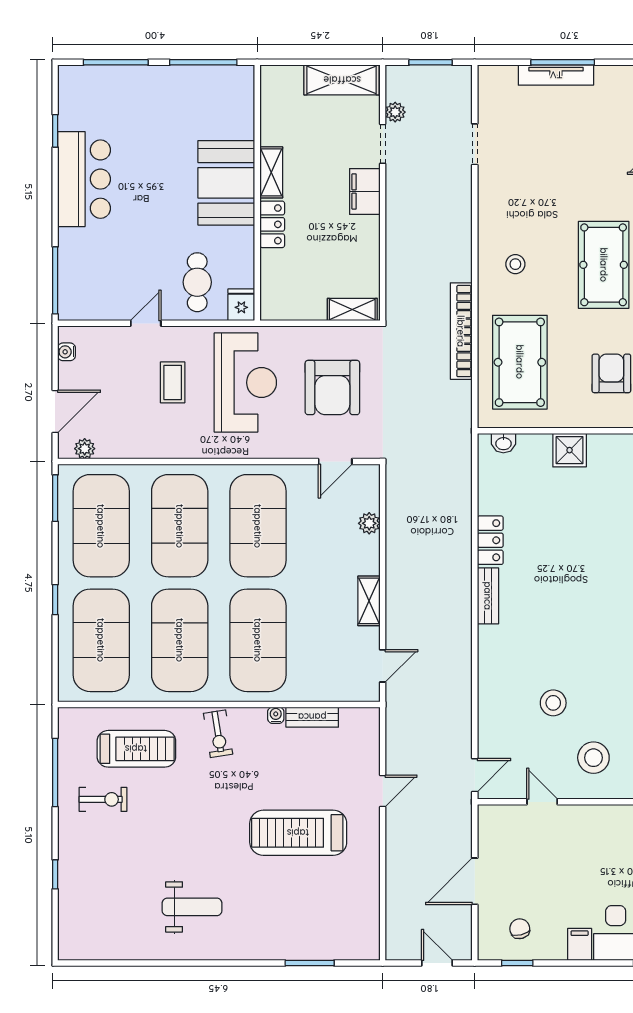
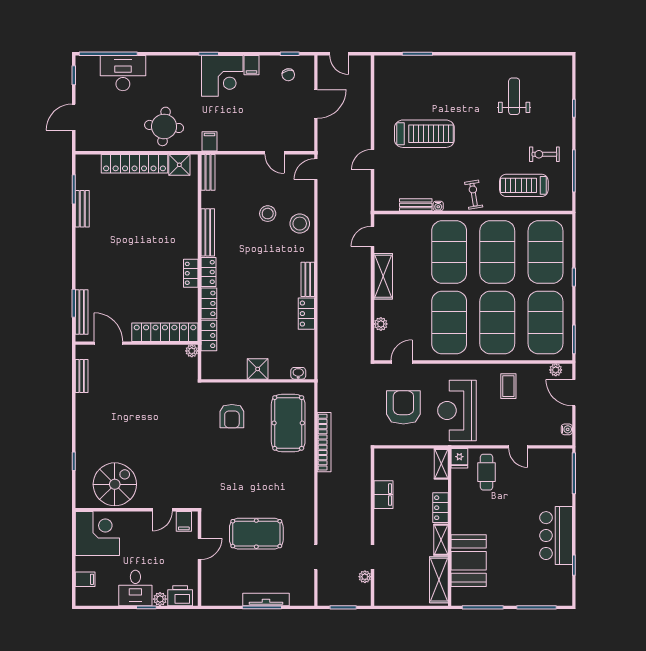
shelving: (342, 80) -> (439, 580), moved, turned 90
booth: (226, 183) -> (469, 561), moved
filing cabinet: (365, 191) -> (383, 495), moved
stool: (515, 264) -> (291, 483), removed
pool table: (604, 265) -> (256, 534), moved, turned 90
shelving: (352, 310) -> (441, 464), moved, turned 90
door: (146, 323) -> (518, 447), hinge flipped
coffee table: (173, 382) -> (508, 386), moved
door: (55, 411) -> (574, 393), hinge flipped
shelving: (369, 601) -> (383, 276), width x1.50, depth x1.33
stool: (593, 758) -> (300, 224), moved
weight bench: (192, 907) -> (514, 96), moved, turned 90

